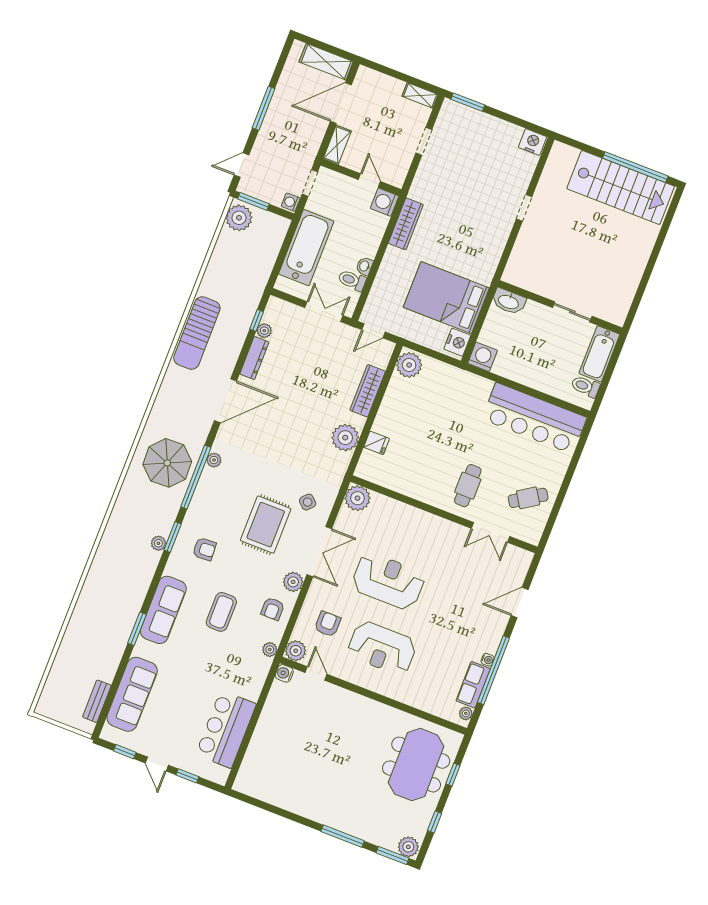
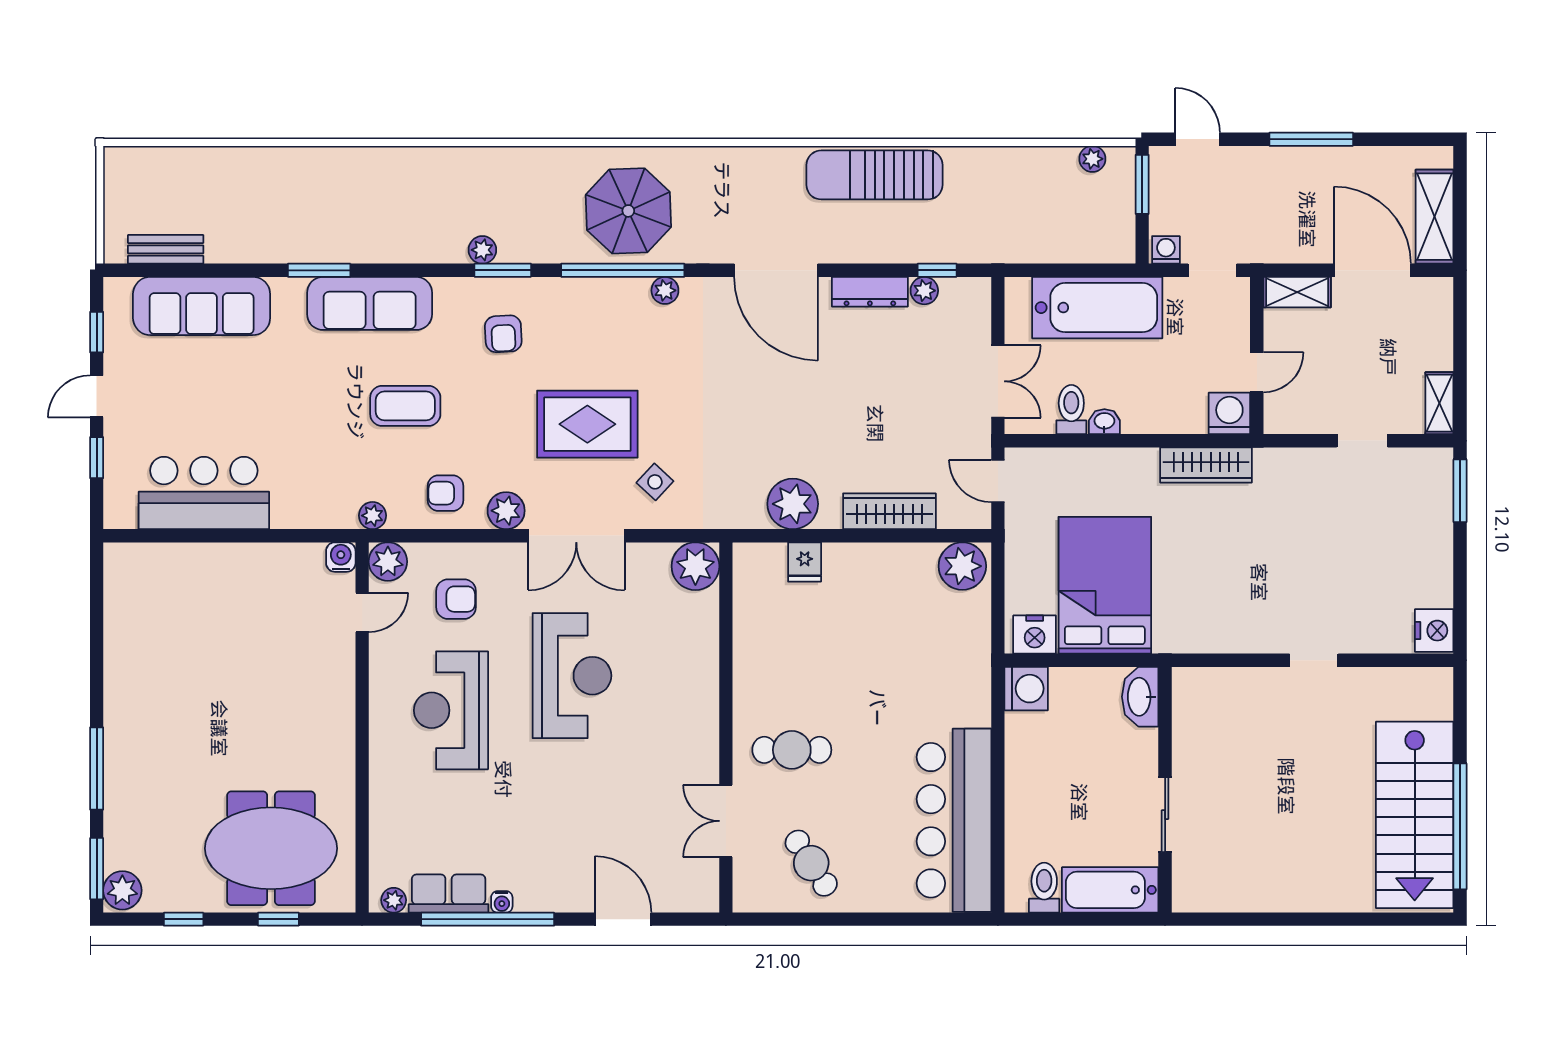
plant: (239, 218) -> (1092, 159), width x0.53, depth x0.53

